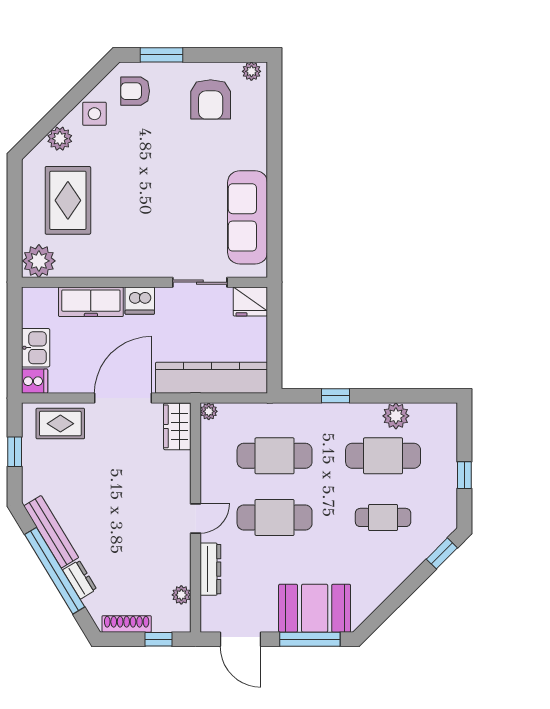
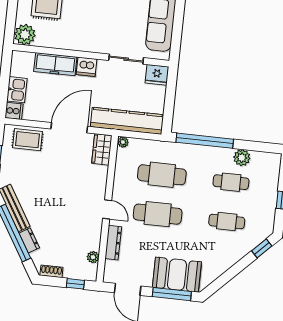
window: (335, 396) -> (205, 141), width x3.17
cafe table: (383, 456) -> (231, 182), width x0.73, depth x0.74
door: (195, 518) -> (107, 209), hinge flipped
shoe rack: (127, 624) -> (51, 271), width x0.70

